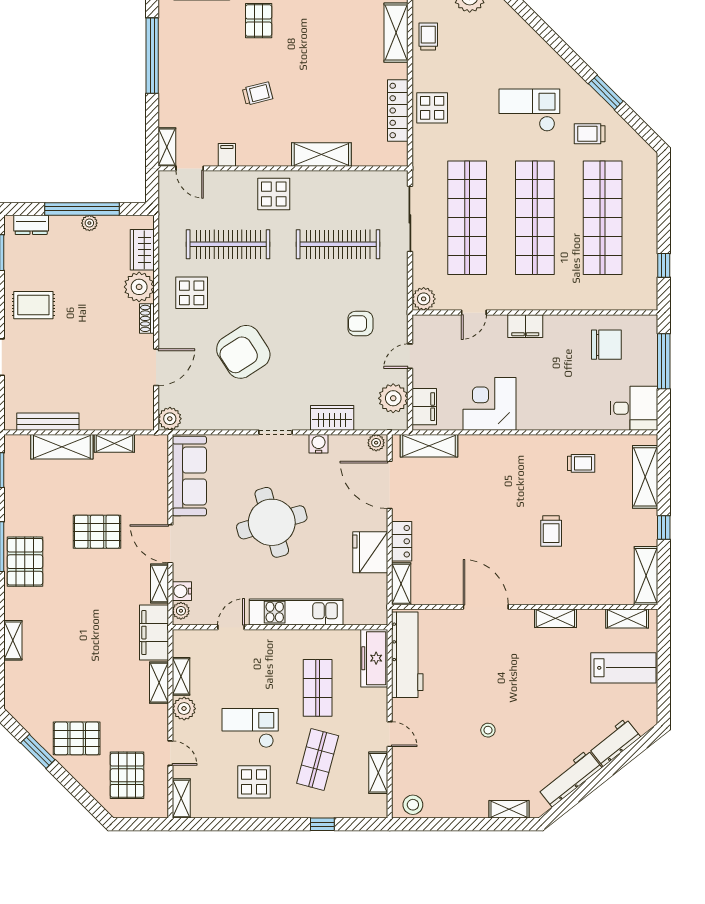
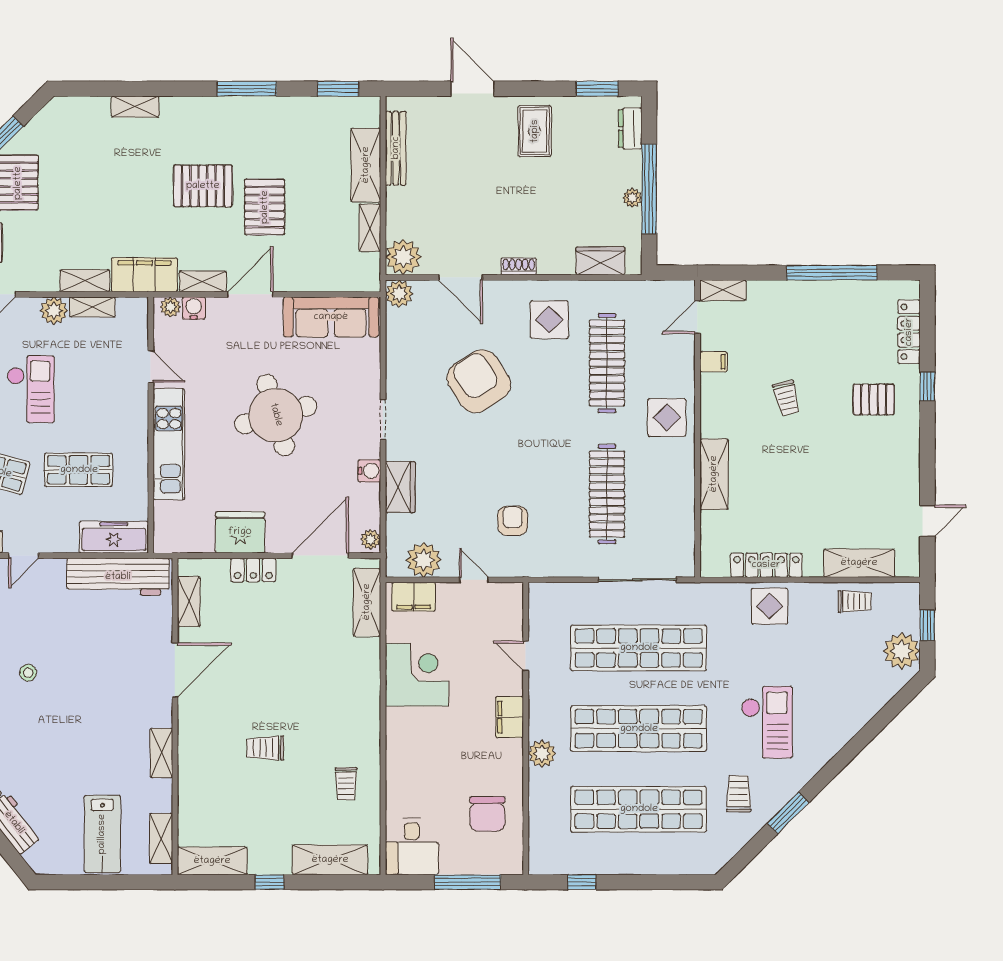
plant: (139, 287) -> (403, 257), moved
plant: (424, 299) -> (542, 754), moved
pallet: (25, 562) -> (203, 186), moved
shelving: (401, 584) -> (189, 601), moved, turned 90

